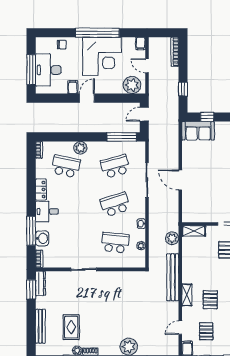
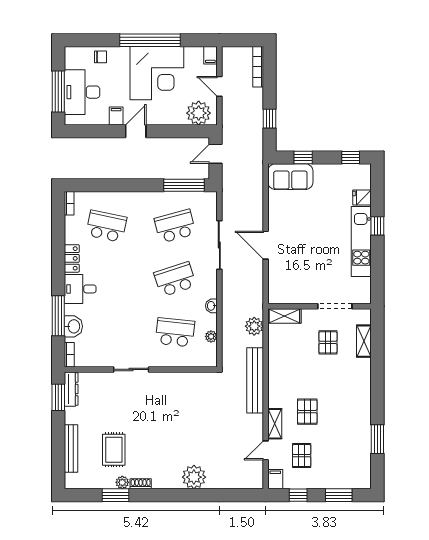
plant: (80, 148) -> (127, 200), removed
shelving: (187, 295) -> (275, 424), moved

